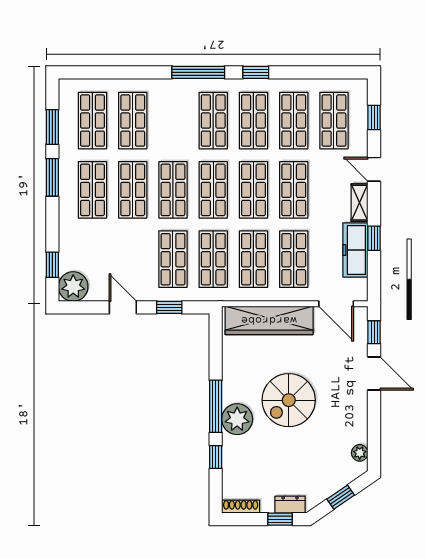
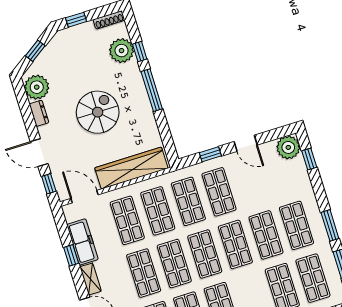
plant: (237, 419) -> (121, 51), moved
plant: (360, 453) -> (37, 87), width x1.87, depth x1.87
dresser: (290, 505) -> (39, 113), moved, turned -90

